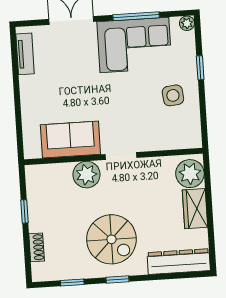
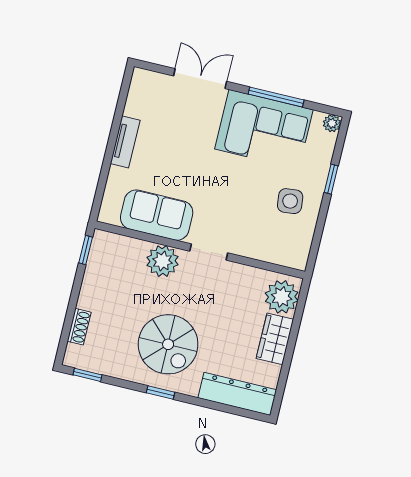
tv unit: (25, 54) -> (125, 142), moved
window: (24, 211) -> (86, 250), moved
window: (72, 282) -> (87, 375), moved

